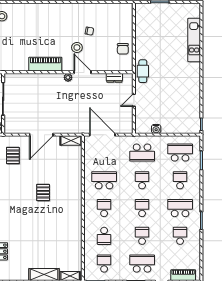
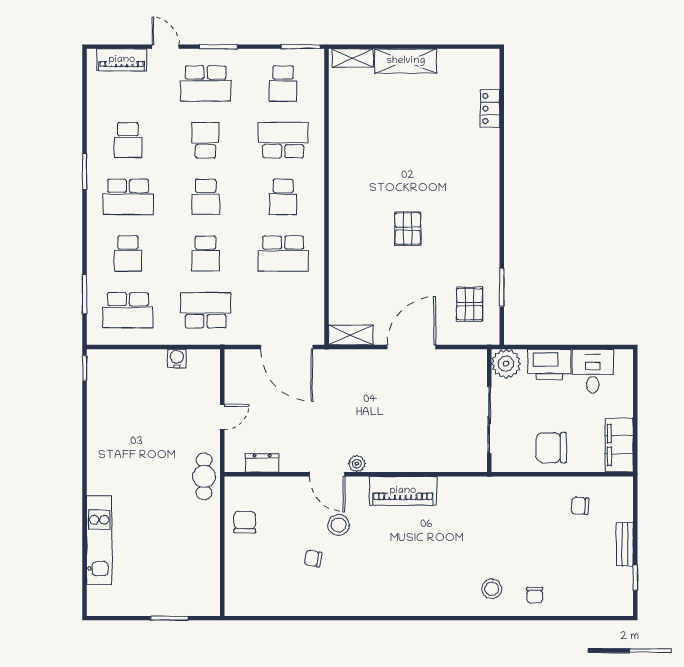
school desk: (104, 236) -> (283, 140), width x1.85
school desk: (142, 236) -> (206, 140), turned 180

